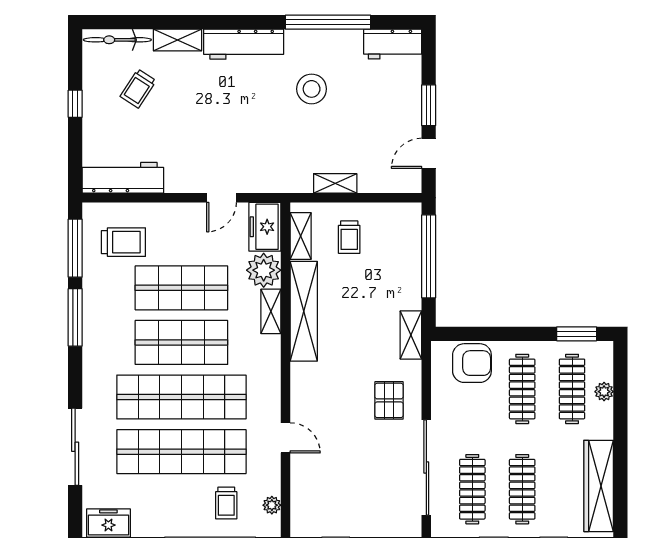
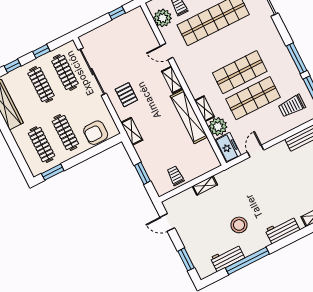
workbench: (244, 44) -> (282, 230), width x0.73
workbench: (393, 44) -> (227, 258), moved
window: (429, 105) -> (186, 259), moved
door: (429, 153) -> (167, 223), swing flipped
shelving: (301, 236) -> (172, 80), moved
trolley: (349, 237) -> (175, 176), moved
window: (429, 256) -> (142, 173), width x0.47
plant: (604, 392) -> (26, 151), removed
shop shelf: (181, 397) -> (226, 46), removed
plant: (272, 505) -> (163, 18), width x1.88, depth x1.88

